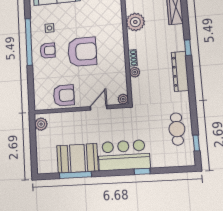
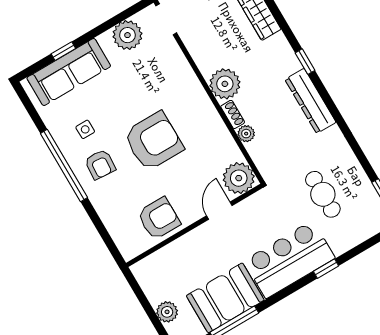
plant: (135, 22) -> (225, 84), moved
armchair: (48, 51) -> (100, 164), turned 94
plant: (123, 99) -> (239, 178), width x1.87, depth x1.87
plant: (41, 124) -> (167, 312), moved
cafe table: (177, 129) -> (323, 194), moved

